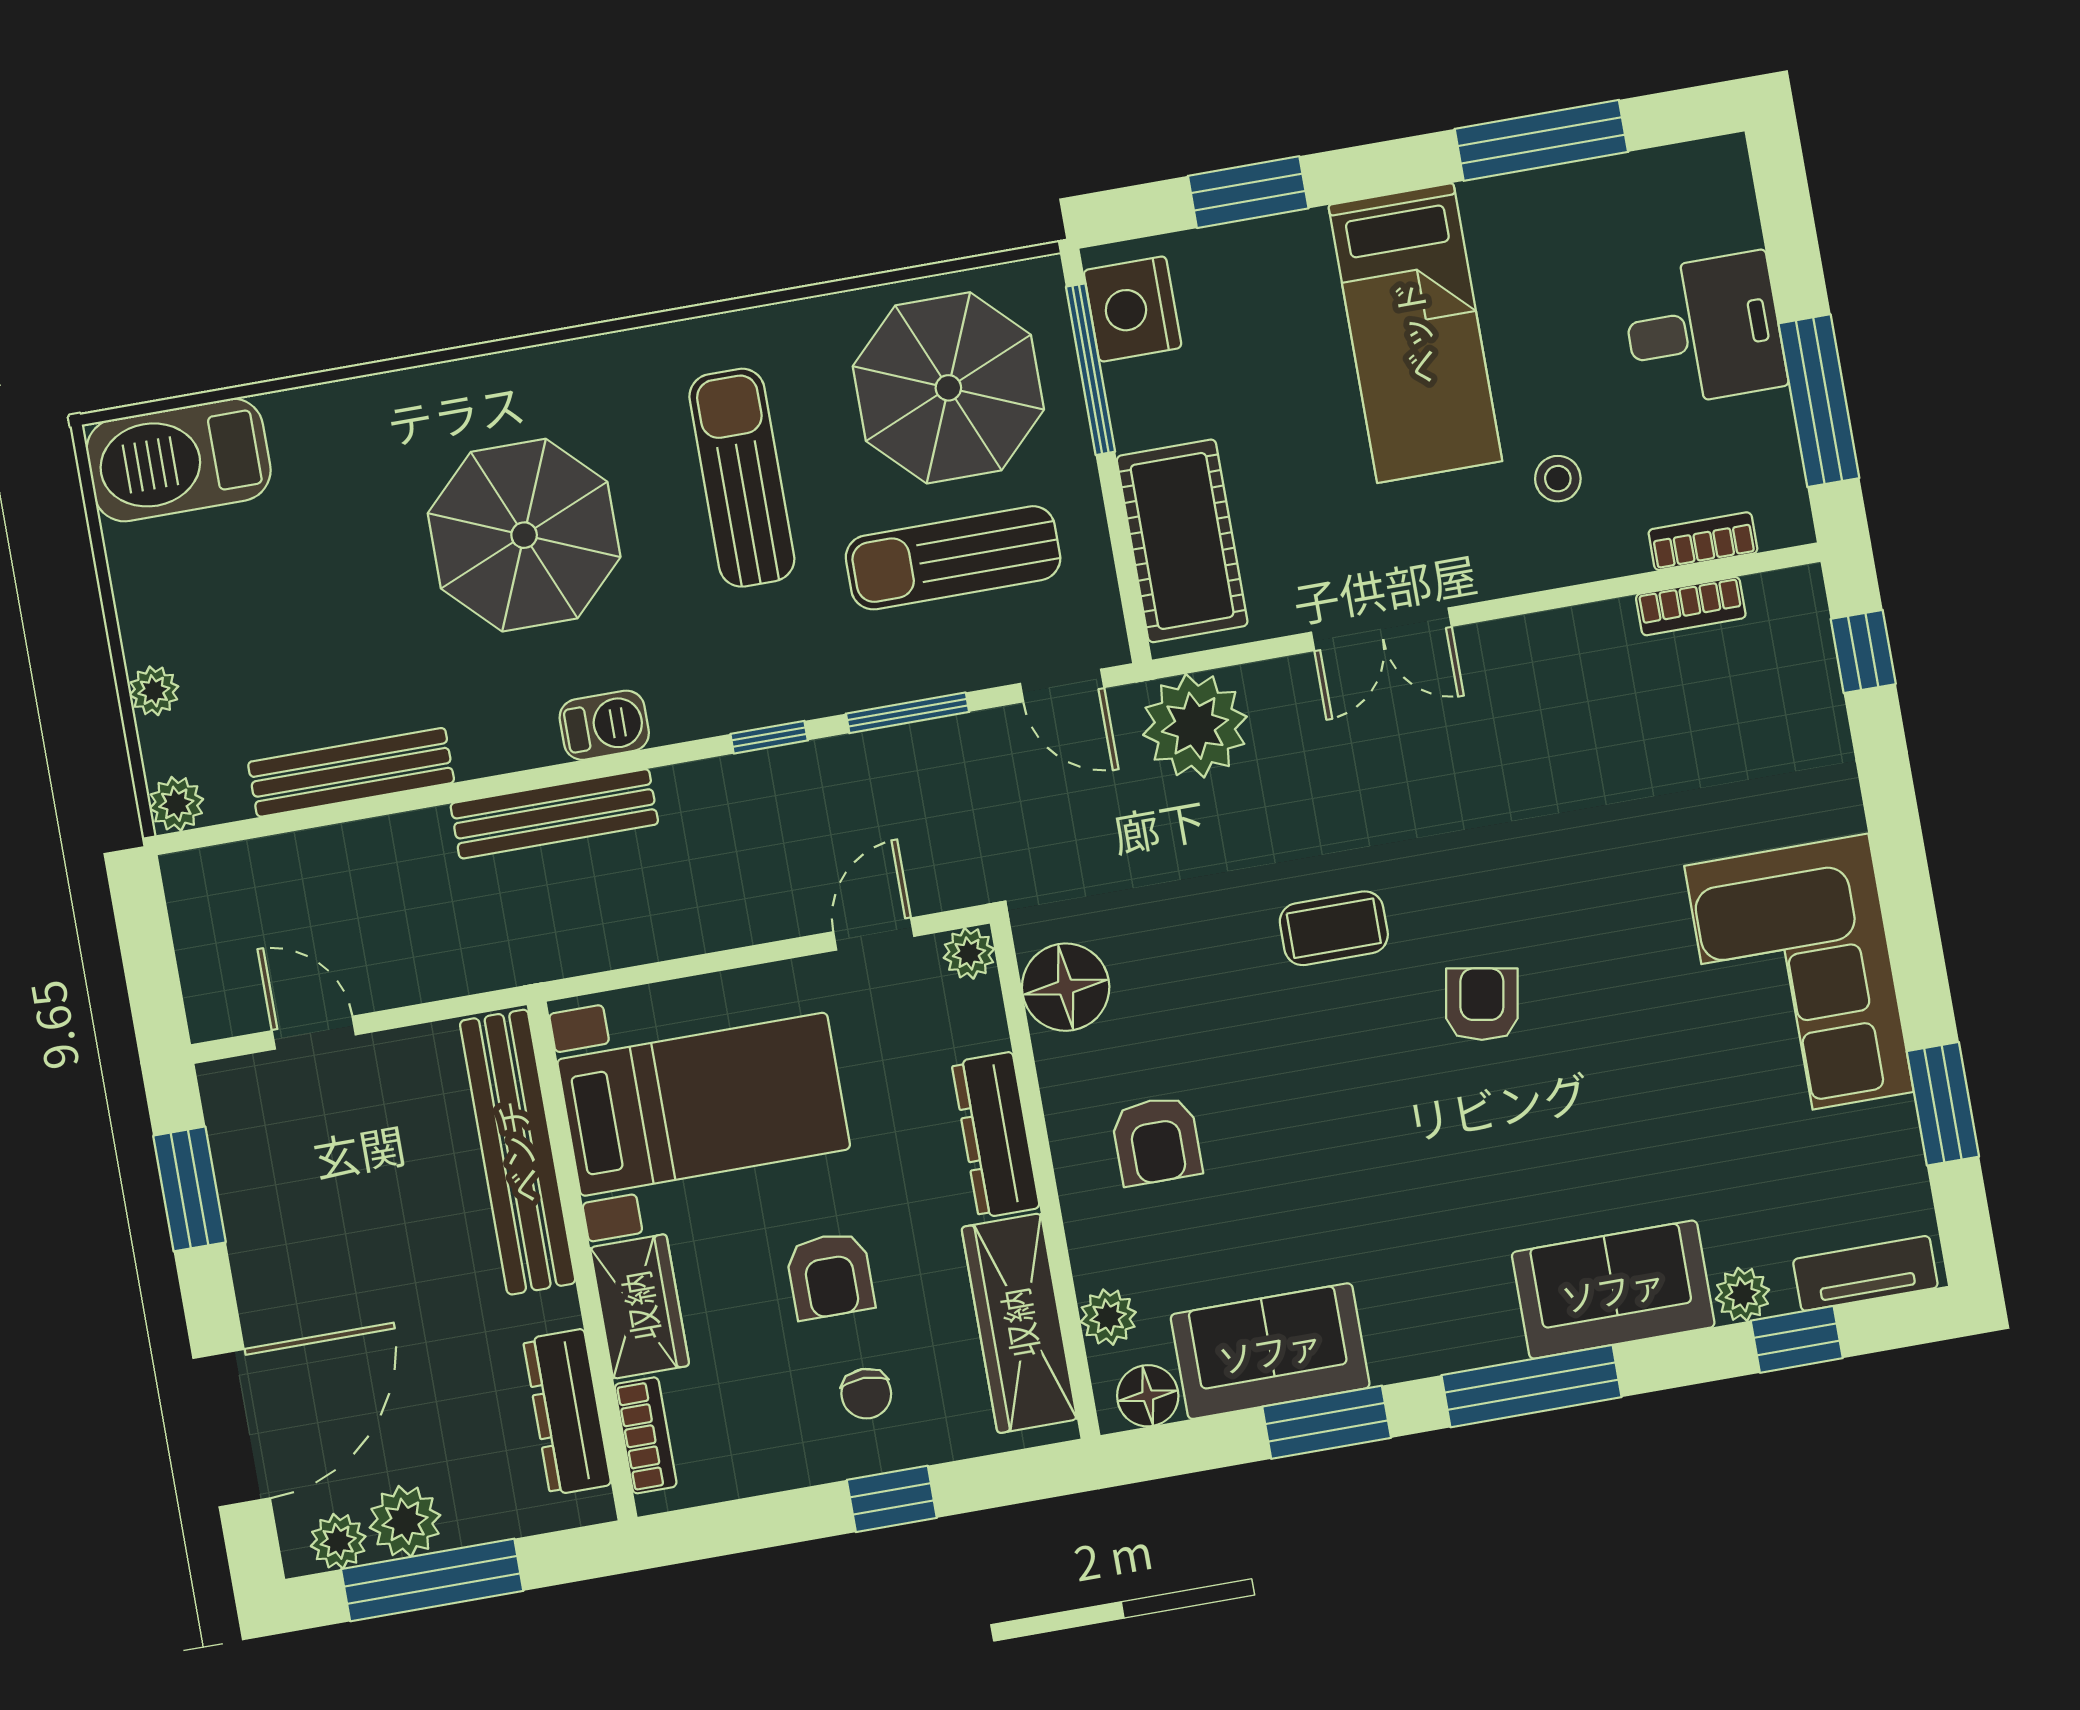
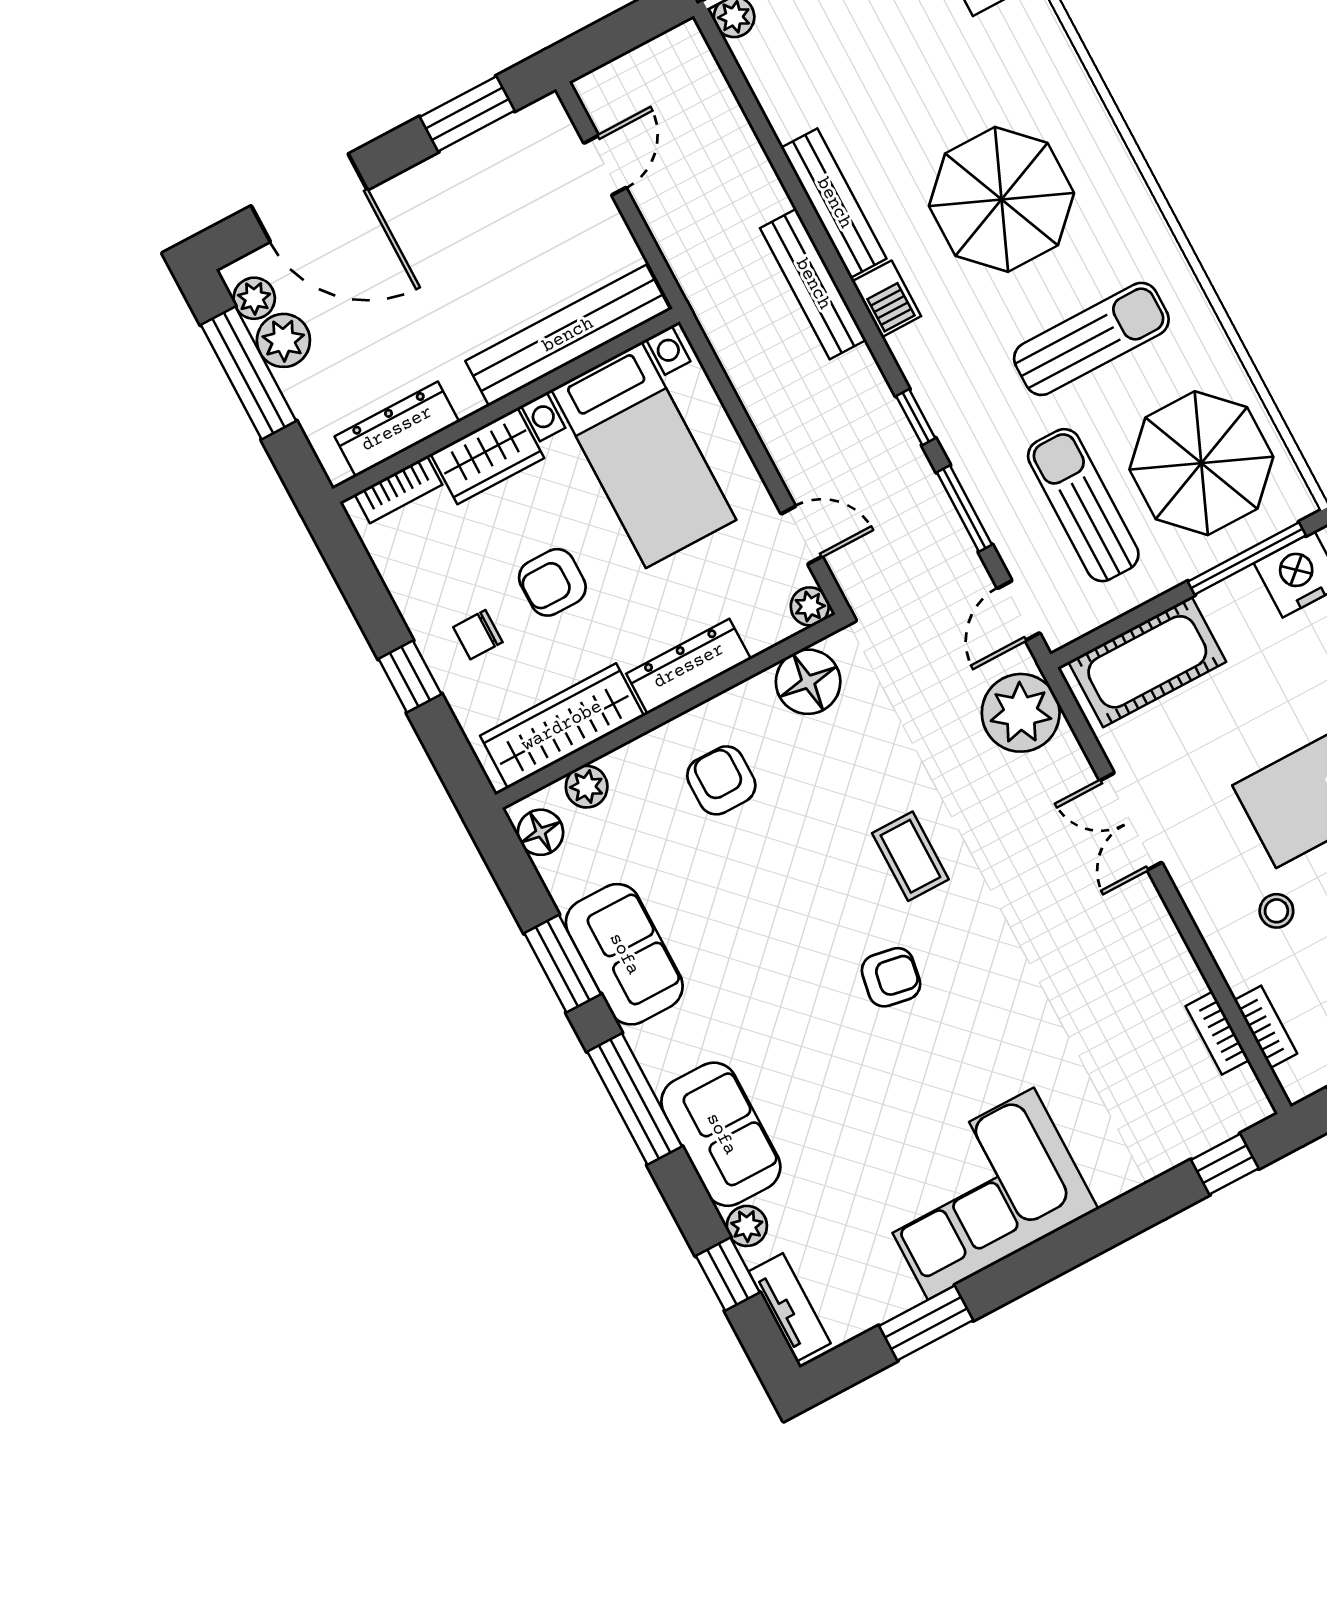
bench: (351, 772) -> (834, 203), moved
armchair: (1157, 1141) -> (721, 780), turned 90
sofa: (1270, 1351) -> (624, 954), moved

